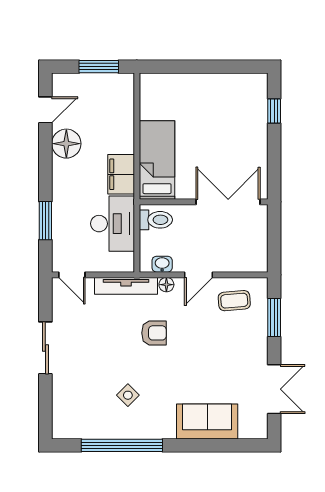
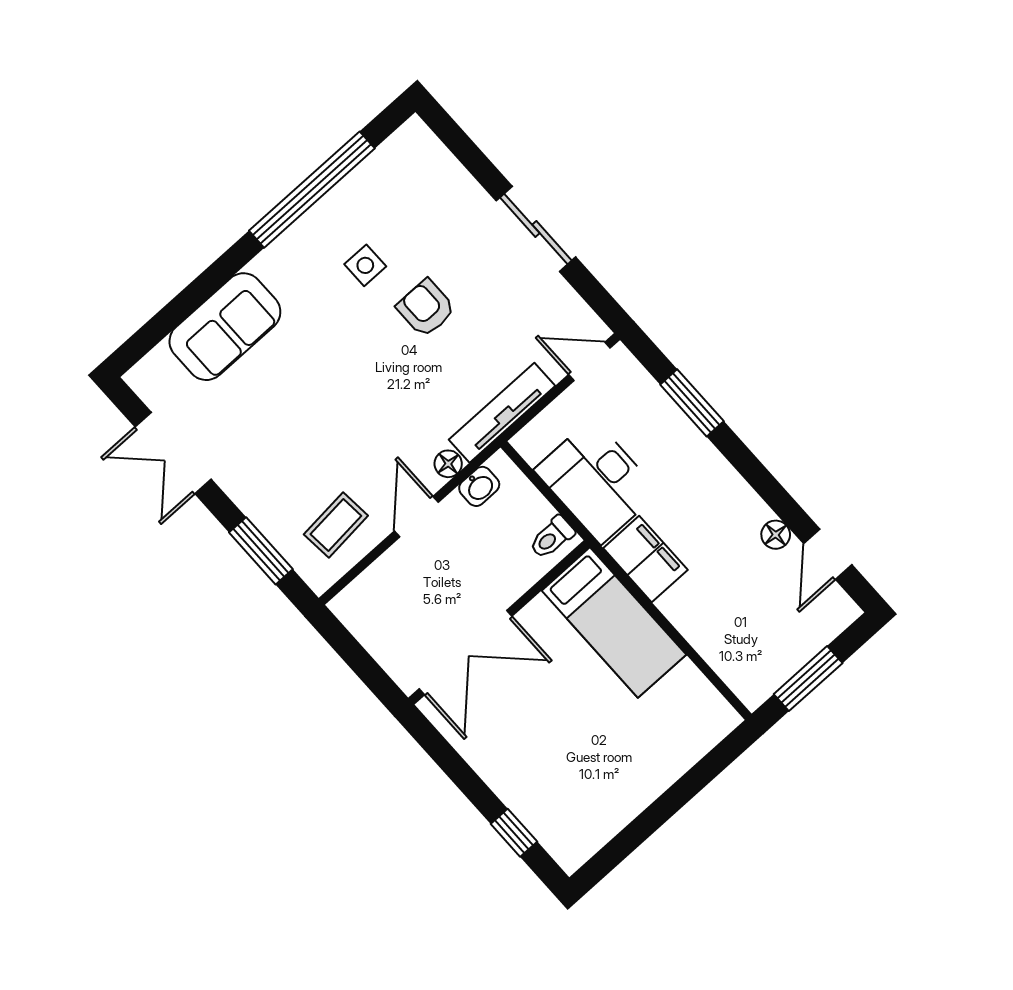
floor lamp: (66, 144) -> (776, 535), width x0.53, depth x0.53
toilet: (156, 220) -> (552, 537), width x0.73, depth x0.72
armchair: (154, 333) -> (426, 308), moved, turned 90
side table: (128, 395) -> (365, 265), turned 45

